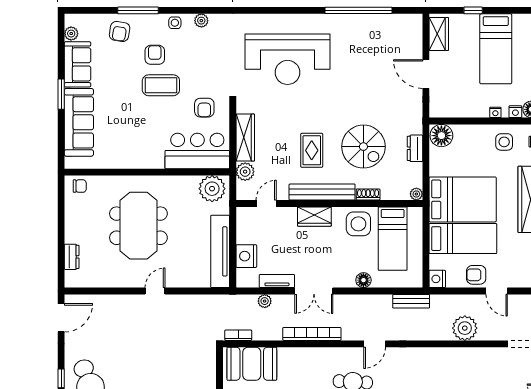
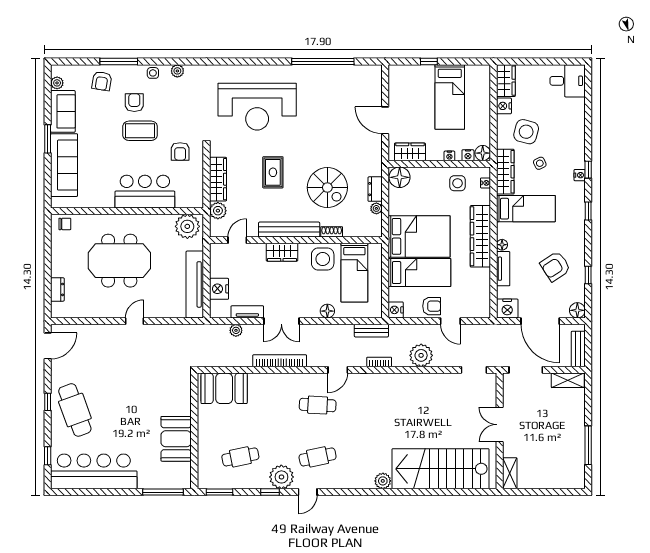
wardrobe: (439, 34) -> (410, 152), moved, turned -90
rug: (312, 150) -> (273, 172), moved
bar counter: (197, 151) -> (145, 192), moved
plant: (416, 194) -> (376, 208), moved
meeting table: (138, 226) -> (119, 261), turned 90
armchair: (476, 275) -> (432, 306), turned 180
bookcase: (238, 335) -> (379, 362), moved

